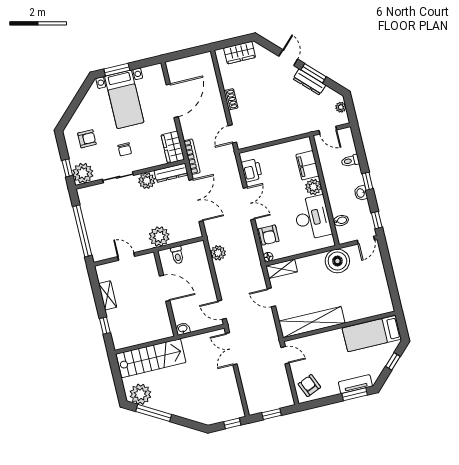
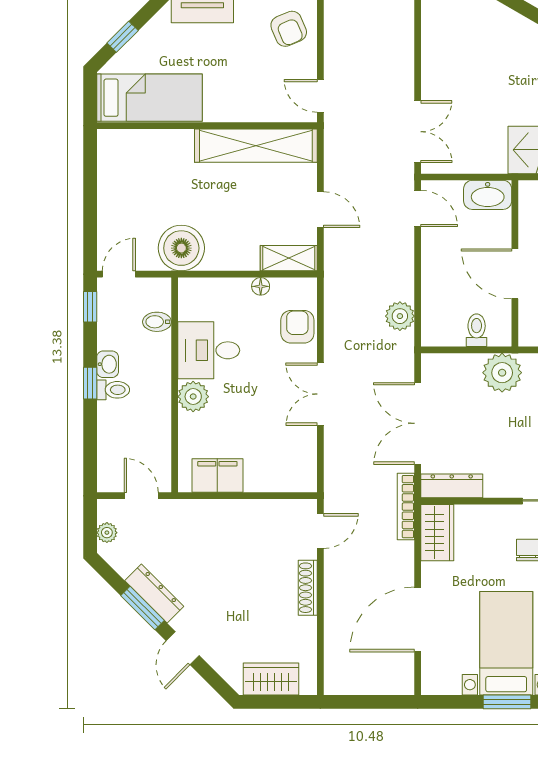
shoe rack: (231, 99) -> (308, 588), width x1.43
toilet: (350, 161) -> (113, 390), moved
filing cabinet: (307, 165) -> (217, 476), moved, turned -90
printer: (252, 170) -> (301, 455), removed
plant: (147, 181) -> (501, 482), removed
desk: (312, 218) -> (209, 350), width x0.73
floor lamp: (268, 257) -> (261, 286), moved
washbasin: (183, 329) -> (488, 195), width x1.91, depth x1.45

